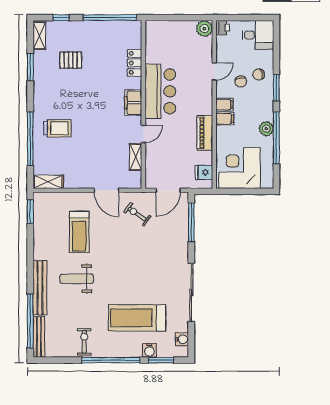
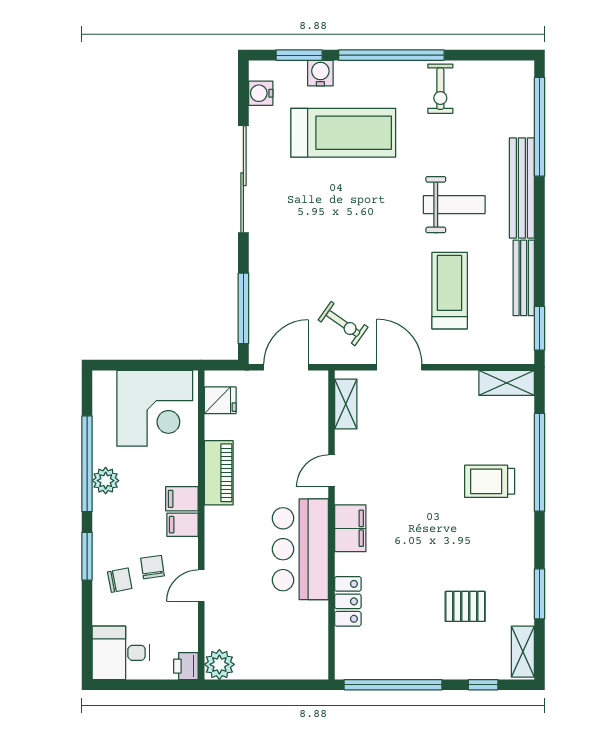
shelving: (136, 157) -> (346, 404), moved
bench: (39, 337) -> (524, 278), moved

